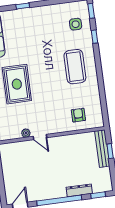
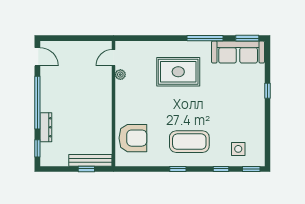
window: (100, 73) -> (178, 169), added
armchair: (78, 115) -> (133, 138), width x1.88, depth x1.88
door: (40, 137) -> (114, 58), moved

